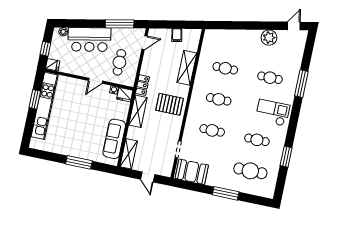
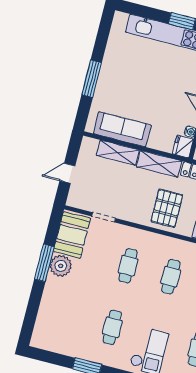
shelving: (129, 154) -> (118, 153), moved
cafe table: (250, 171) -> (69, 316), removed
plant: (214, 179) -> (61, 266), added
window: (226, 193) -> (44, 263), moved

